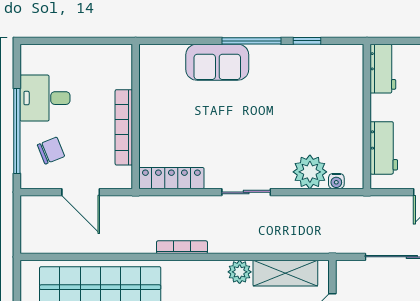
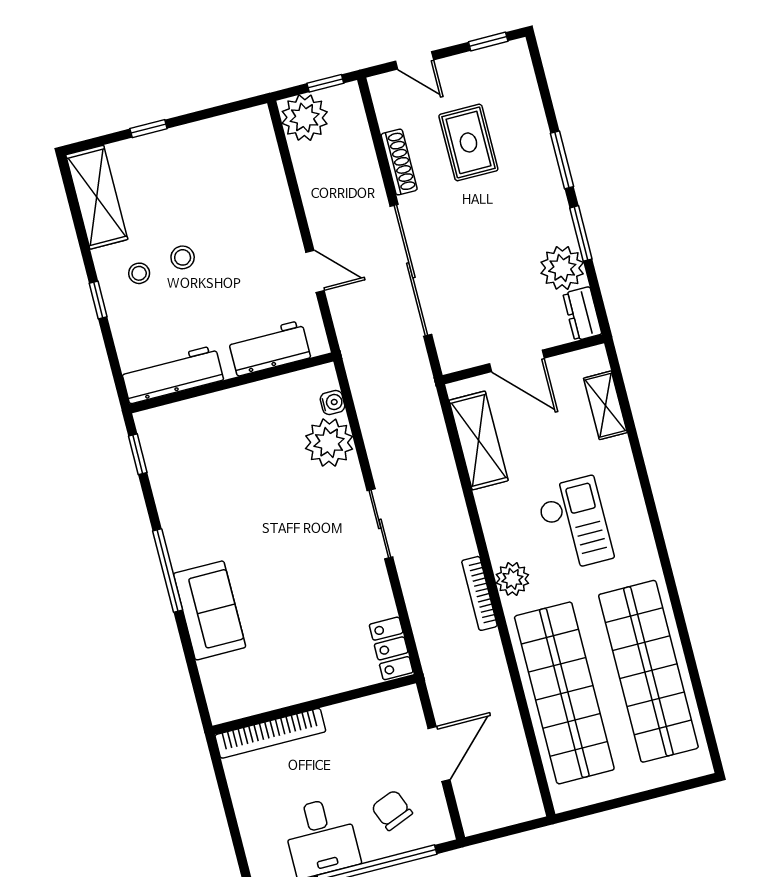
window: (307, 41) -> (138, 454), moved
workbench: (383, 69) -> (172, 374), width x1.38
bookcase: (124, 127) -> (270, 733), moved
locker: (171, 178) -> (391, 648), width x0.66
plant: (240, 272) -> (512, 579), moved

